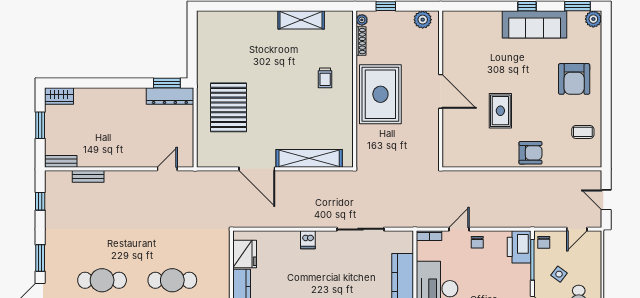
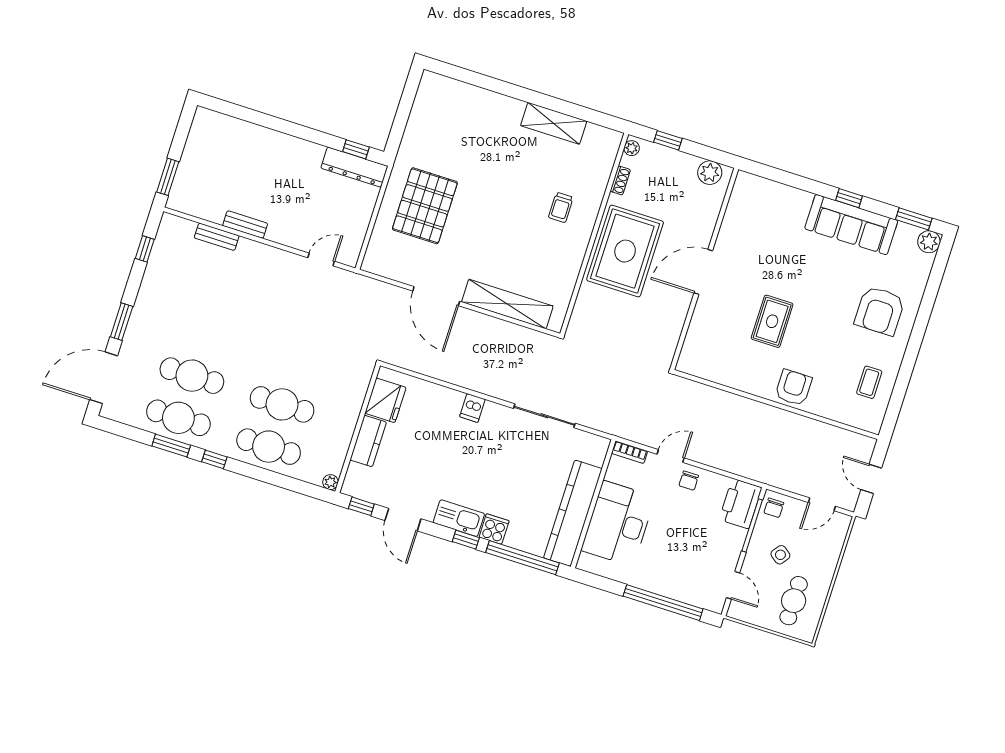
shoe rack: (361, 41) -> (620, 180), width x0.70
window: (167, 83) -> (356, 149), width x0.67
door: (441, 91) -> (703, 272), swing flipped
wardrobe: (59, 96) -> (212, 122), removed
window: (40, 125) -> (168, 177), moved
coffee table: (583, 132) -> (869, 382), turned 90
armchair: (530, 153) -> (793, 388), turned -90
bench: (61, 161) -> (245, 225), moved

